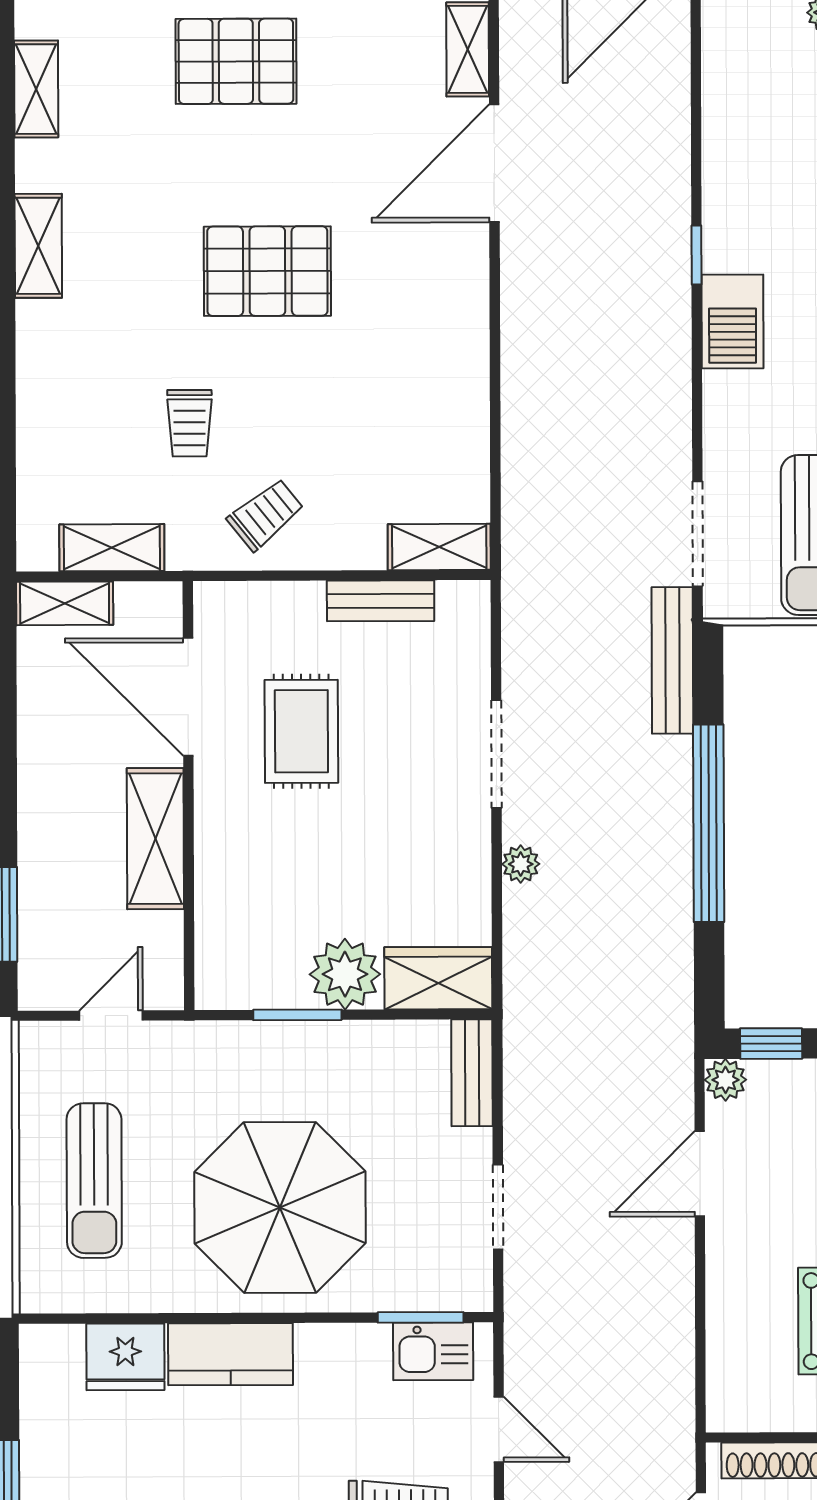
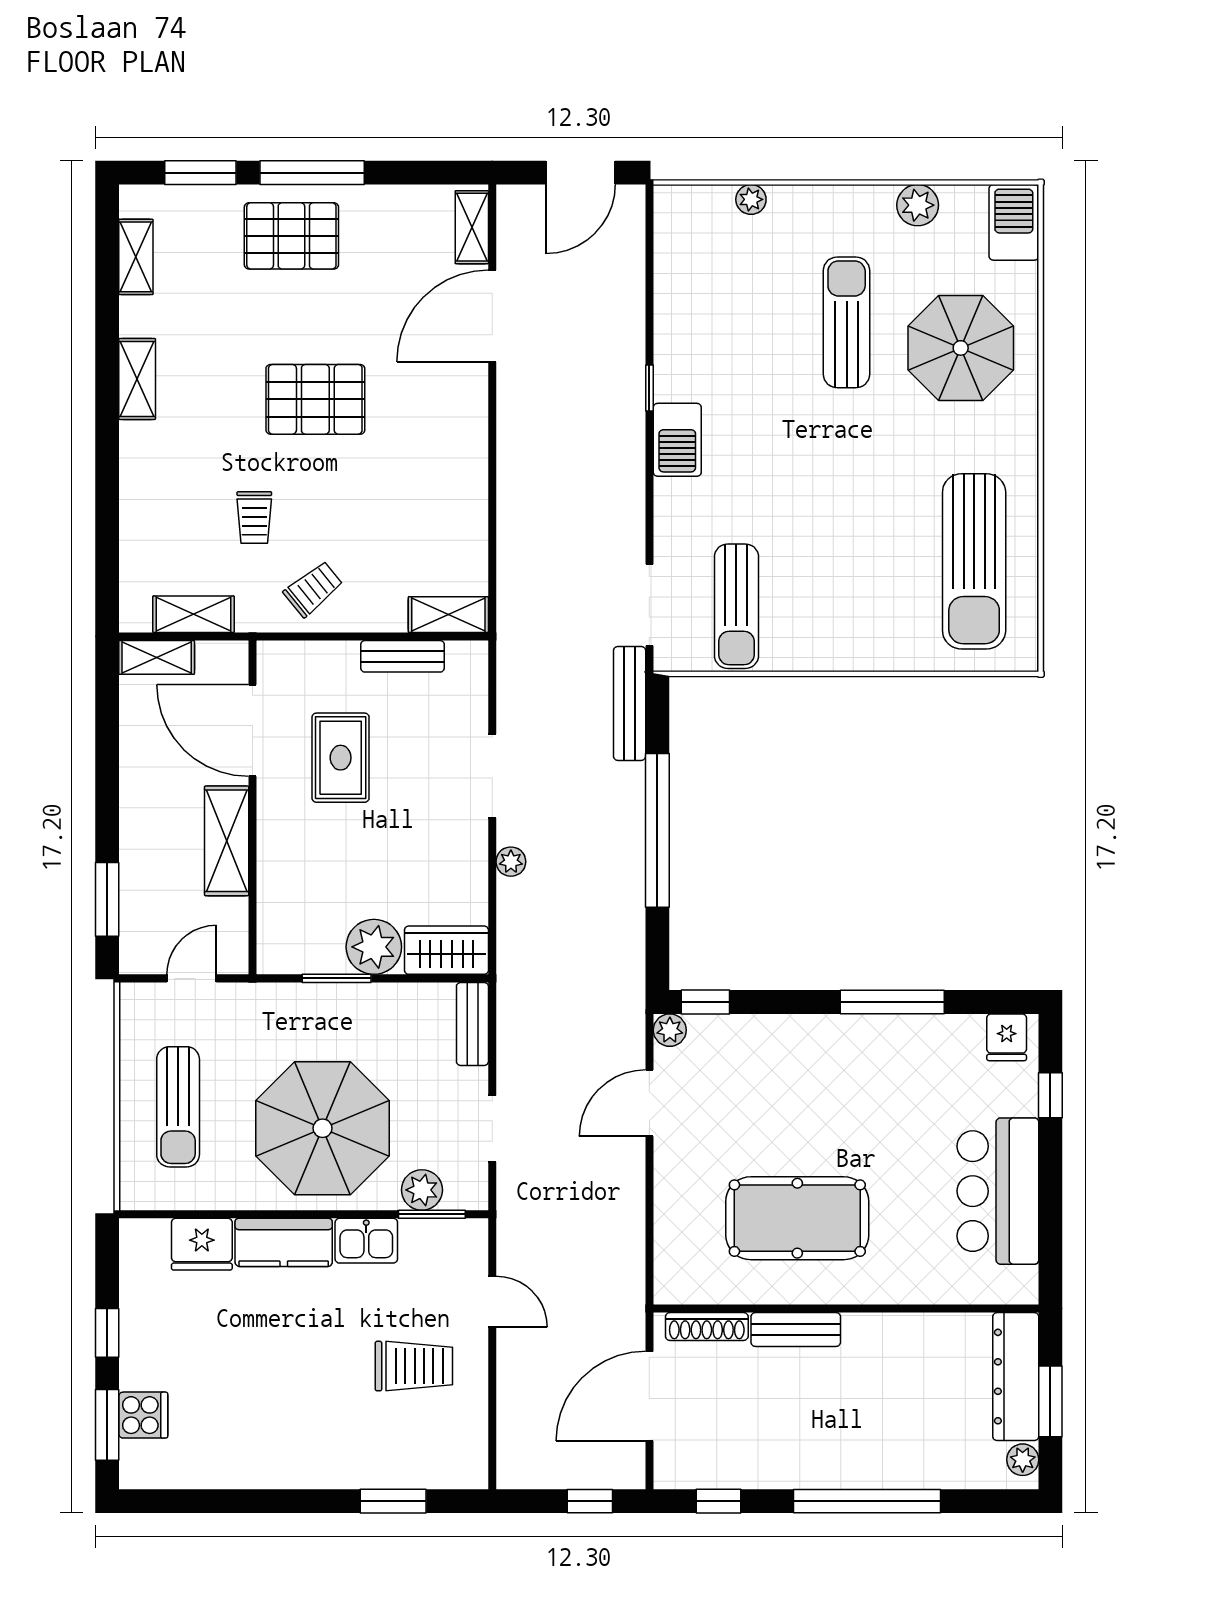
plant: (408, 1286) -> (422, 1190), added
kitchen sink: (433, 1351) -> (366, 1241), moved

